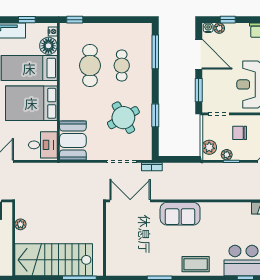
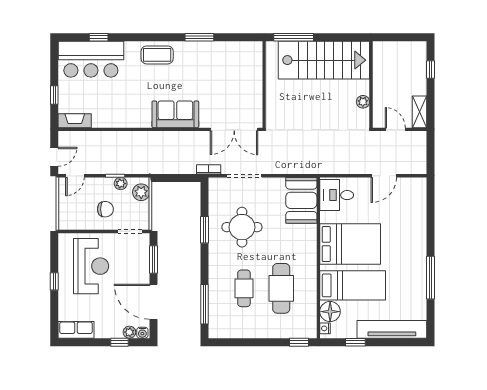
round table: (123, 118) -> (242, 227), turned 30

